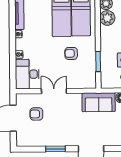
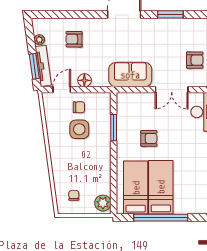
plant: (107, 18) -> (101, 184), removed
sofa: (99, 102) -> (130, 75), moved

